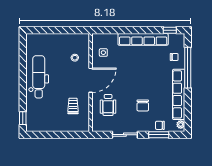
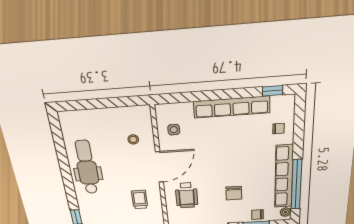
window: (188, 68) -> (296, 185), moved

